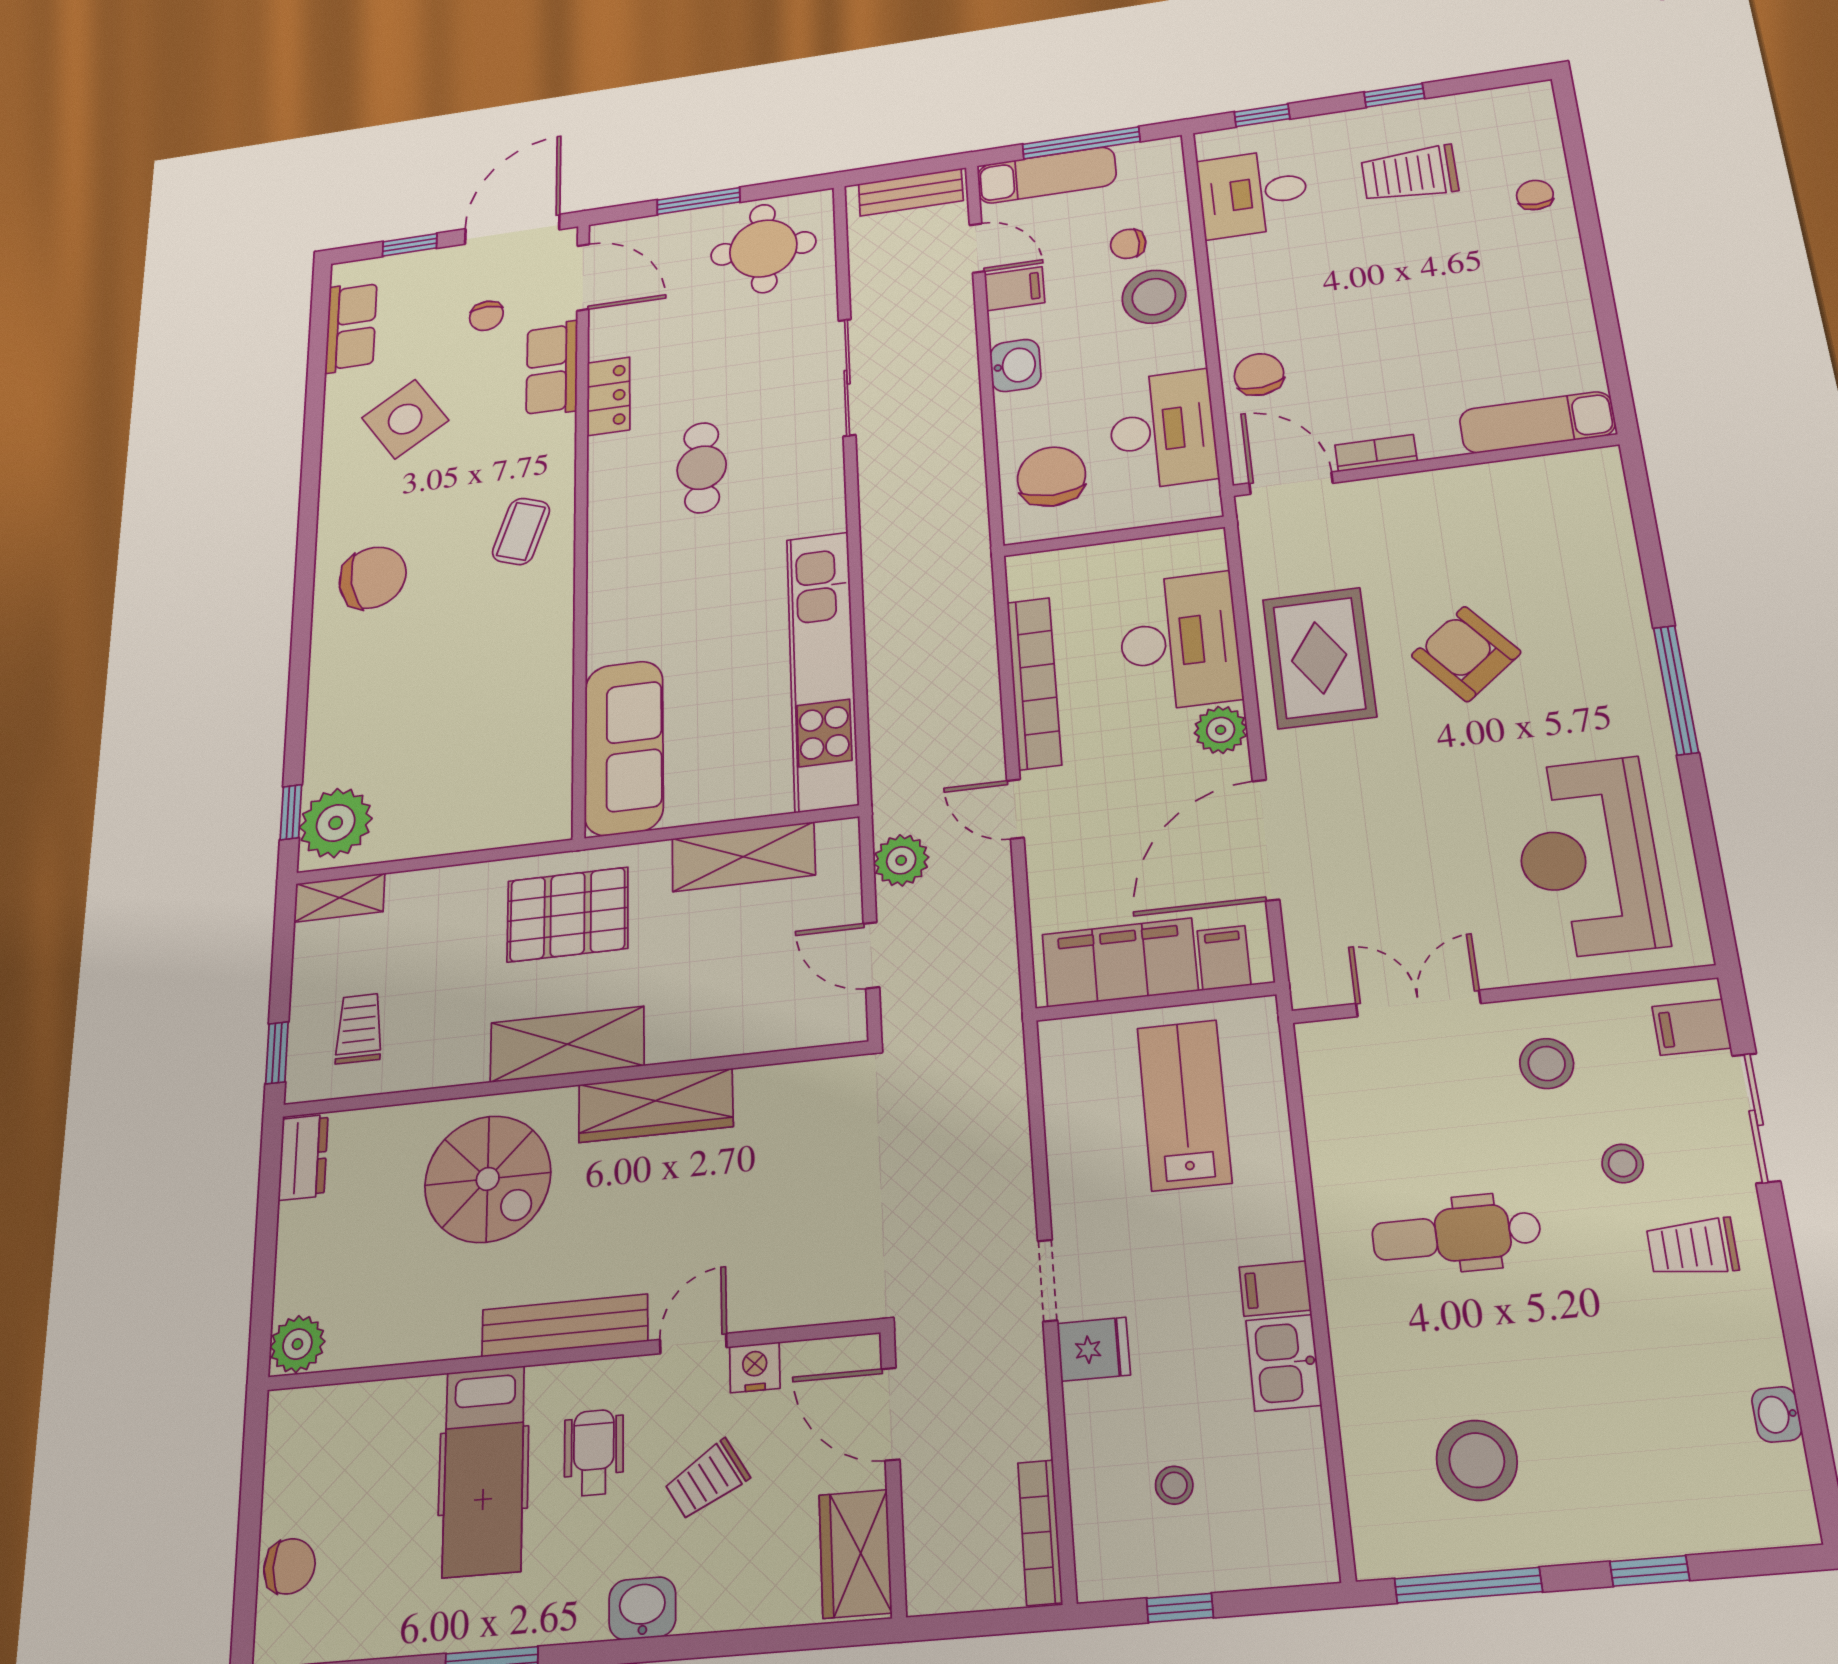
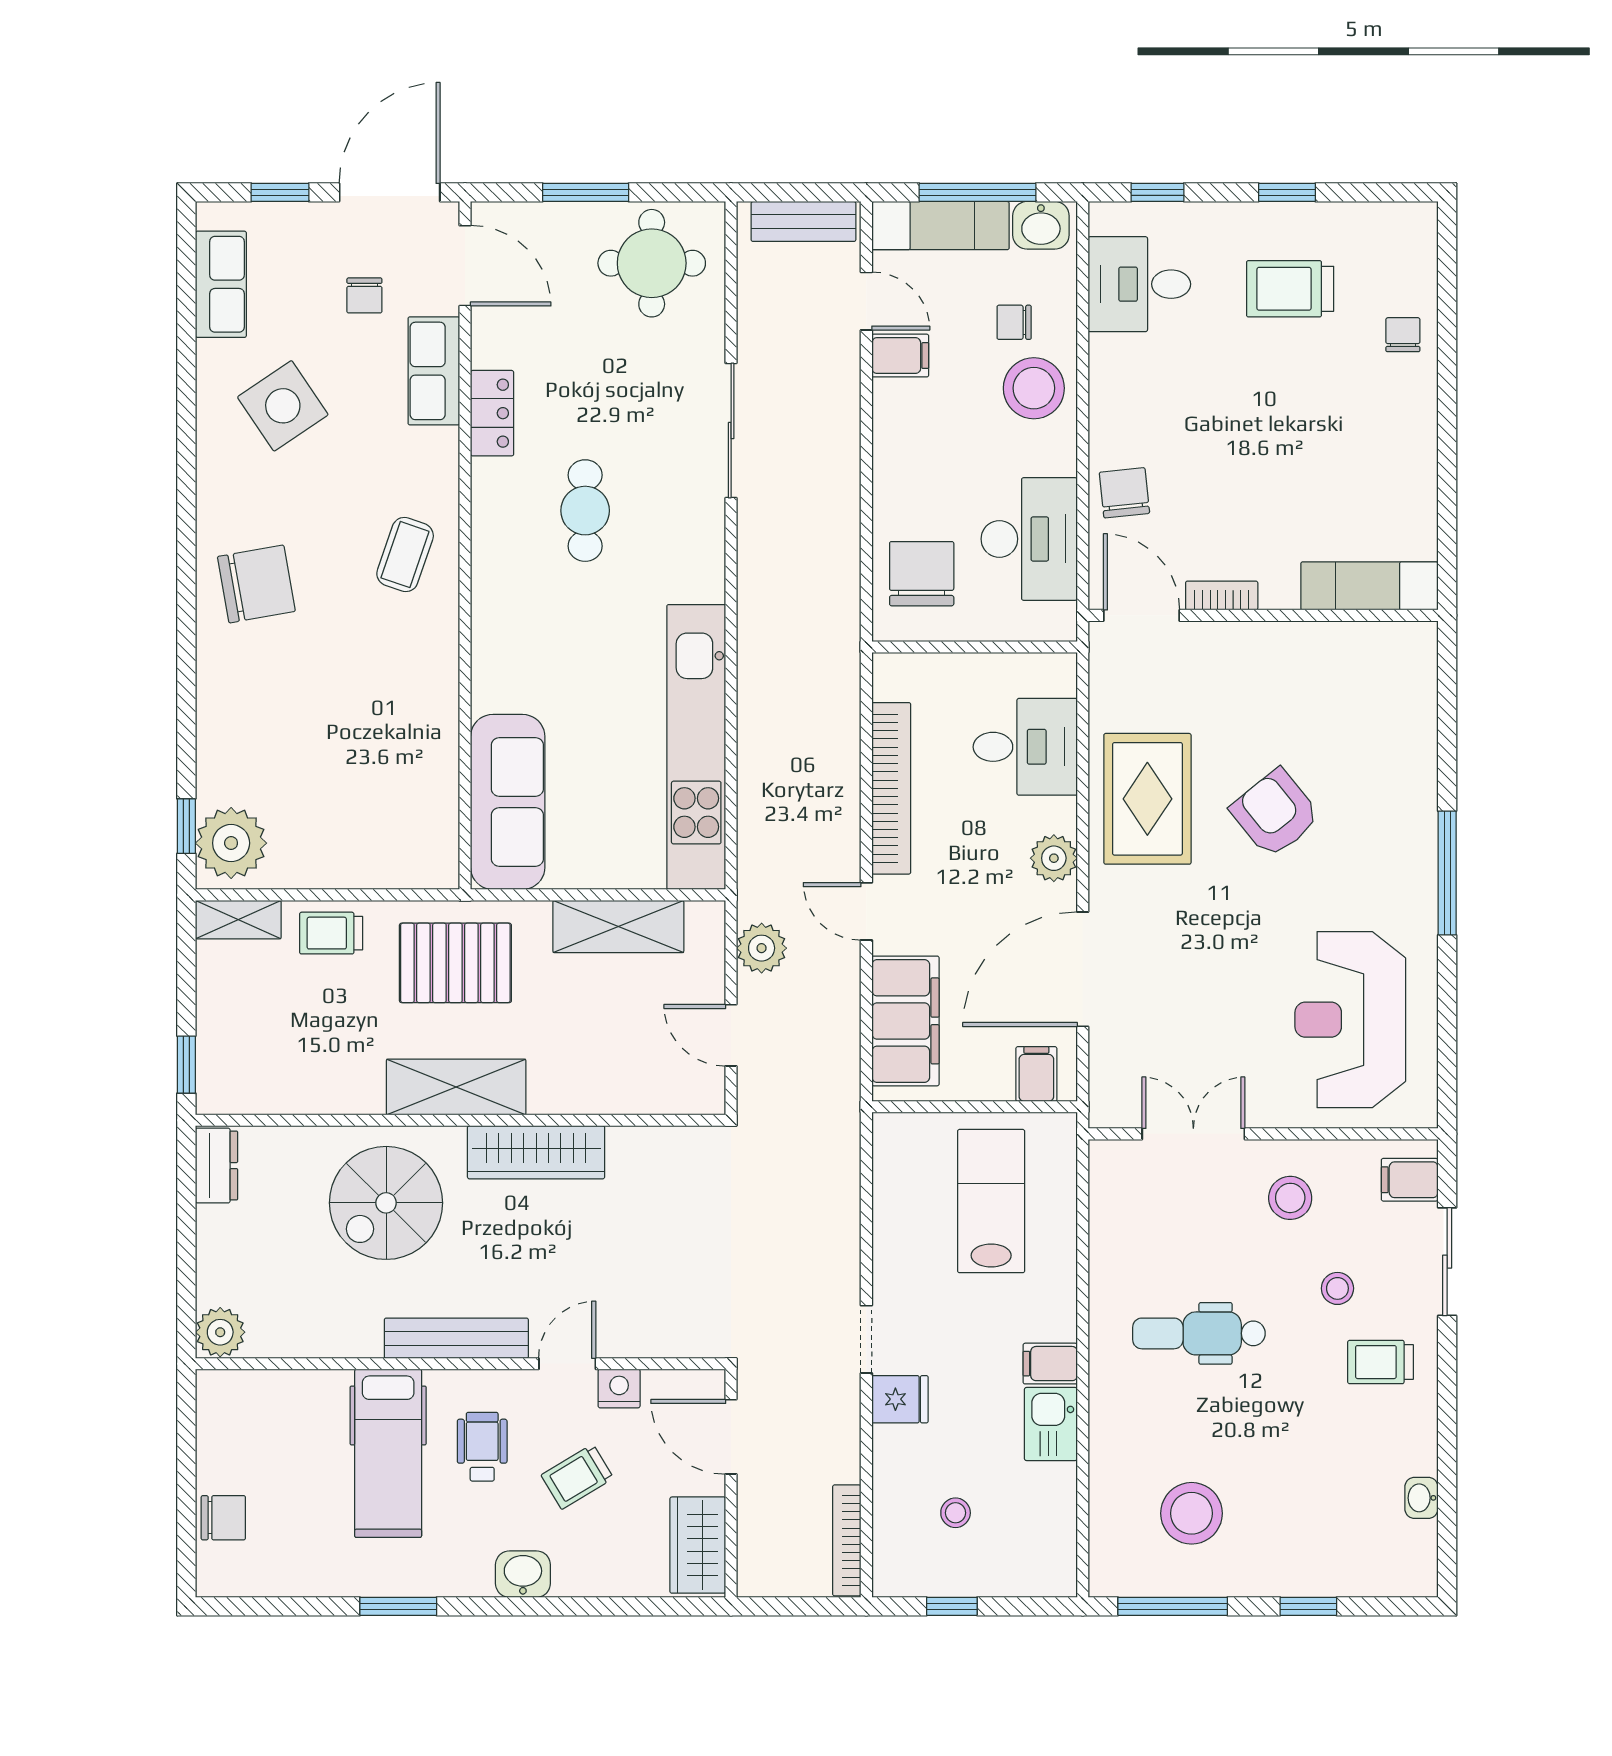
washbasin: (1015, 366) -> (1041, 225), moved, turned 90
desk: (1179, 641) -> (1025, 747), width x0.73
filing cabinet: (1120, 962) -> (905, 1021), moved, turned 90
trolley: (359, 1029) -> (331, 933), moved, turned -90
spiral stairs: (488, 1179) -> (386, 1203), turned 90

